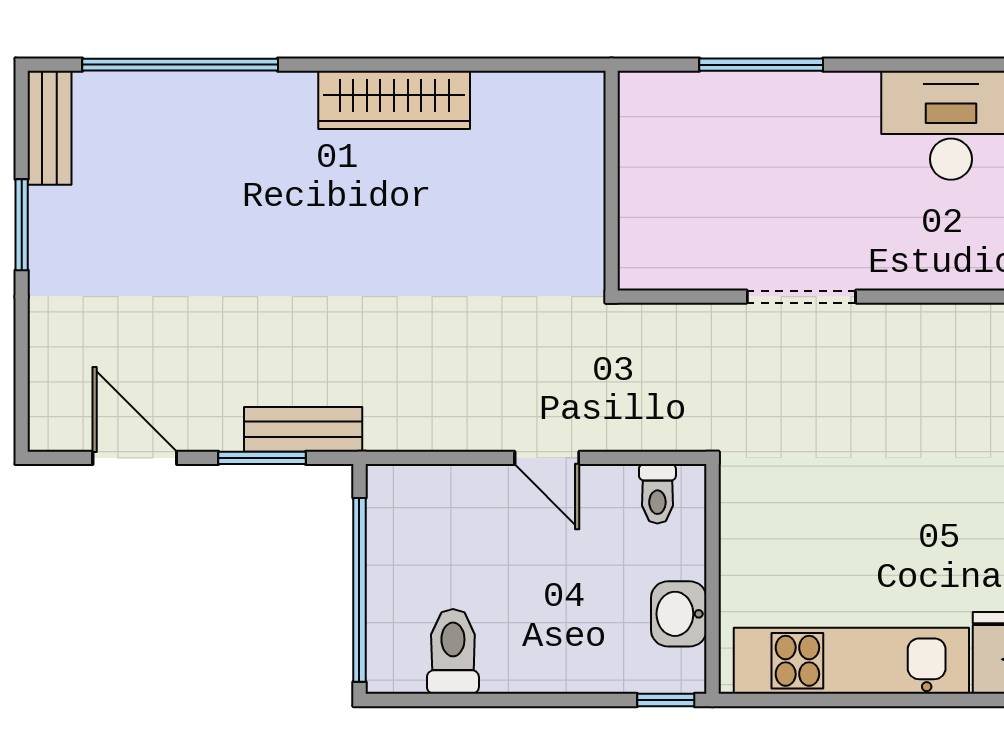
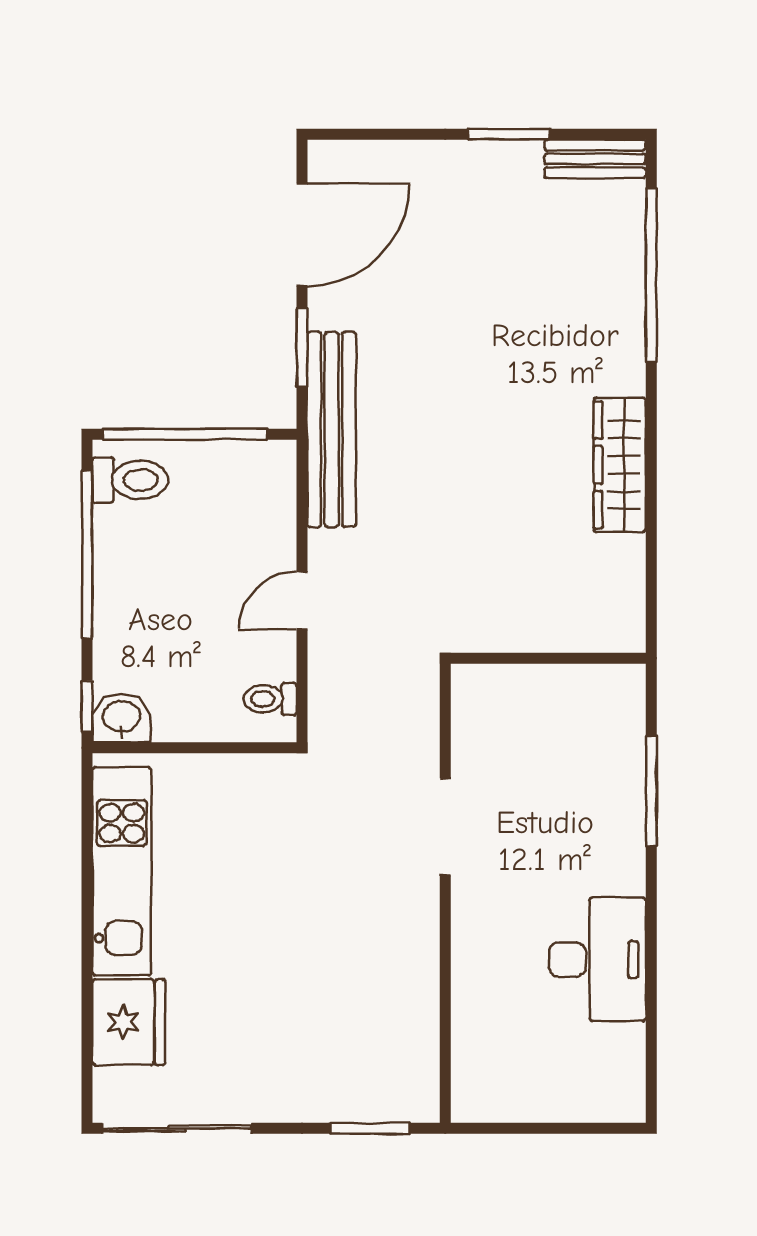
bench: (303, 429) -> (332, 429), width x1.86, depth x1.21
door: (135, 458) -> (302, 235), width x1.36
washbasin: (679, 614) -> (121, 718), moved
toilet: (453, 651) -> (130, 480), moved
window: (495, 700) -> (87, 554), added

